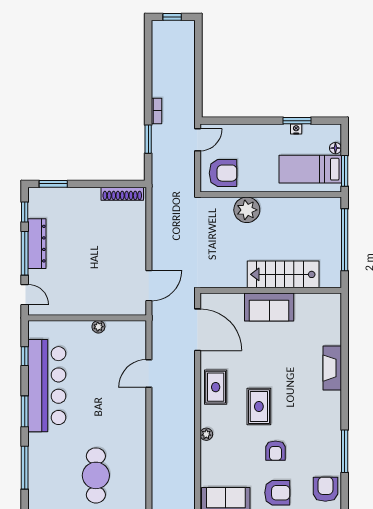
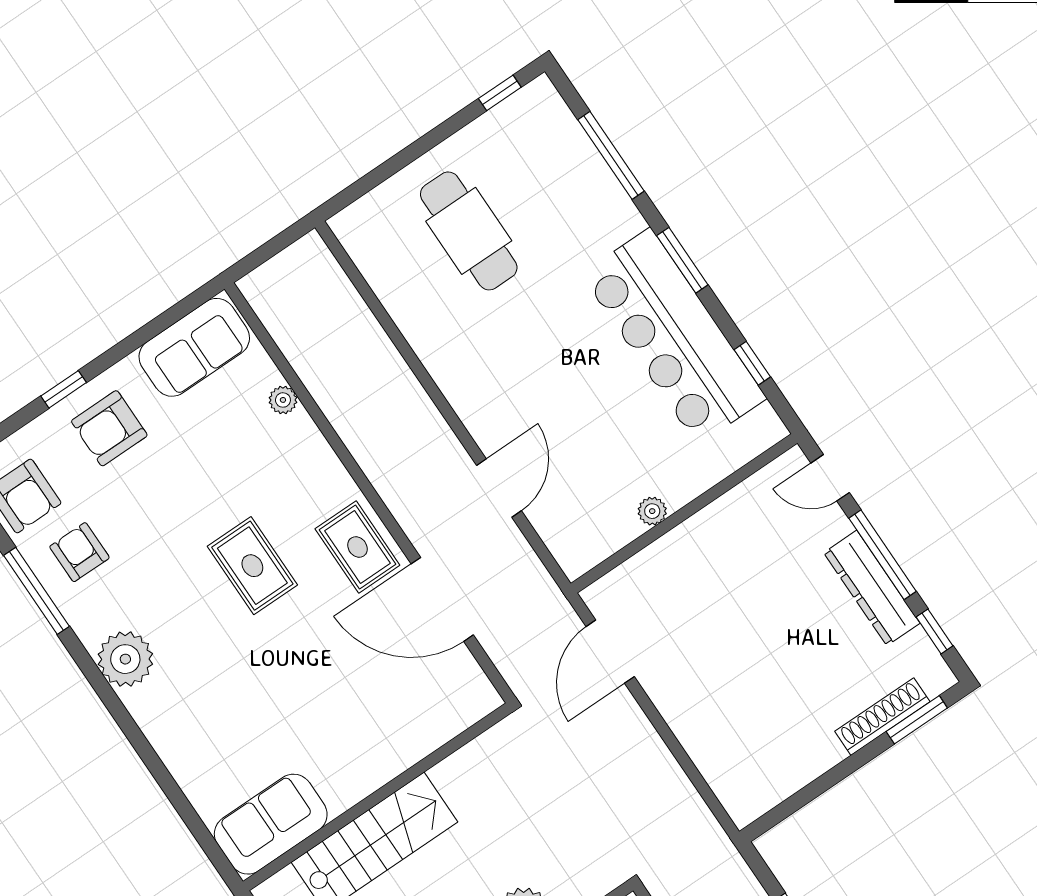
shoe rack: (122, 194) -> (882, 717), moved
sofa: (269, 307) -> (271, 824), moved
door: (198, 330) -> (442, 599), moved
fireplace: (332, 368) -> (165, 730), removed
plant: (329, 404) -> (125, 659), added
plant: (206, 434) -> (283, 400), moved
armchair: (275, 451) -> (79, 552), moved

